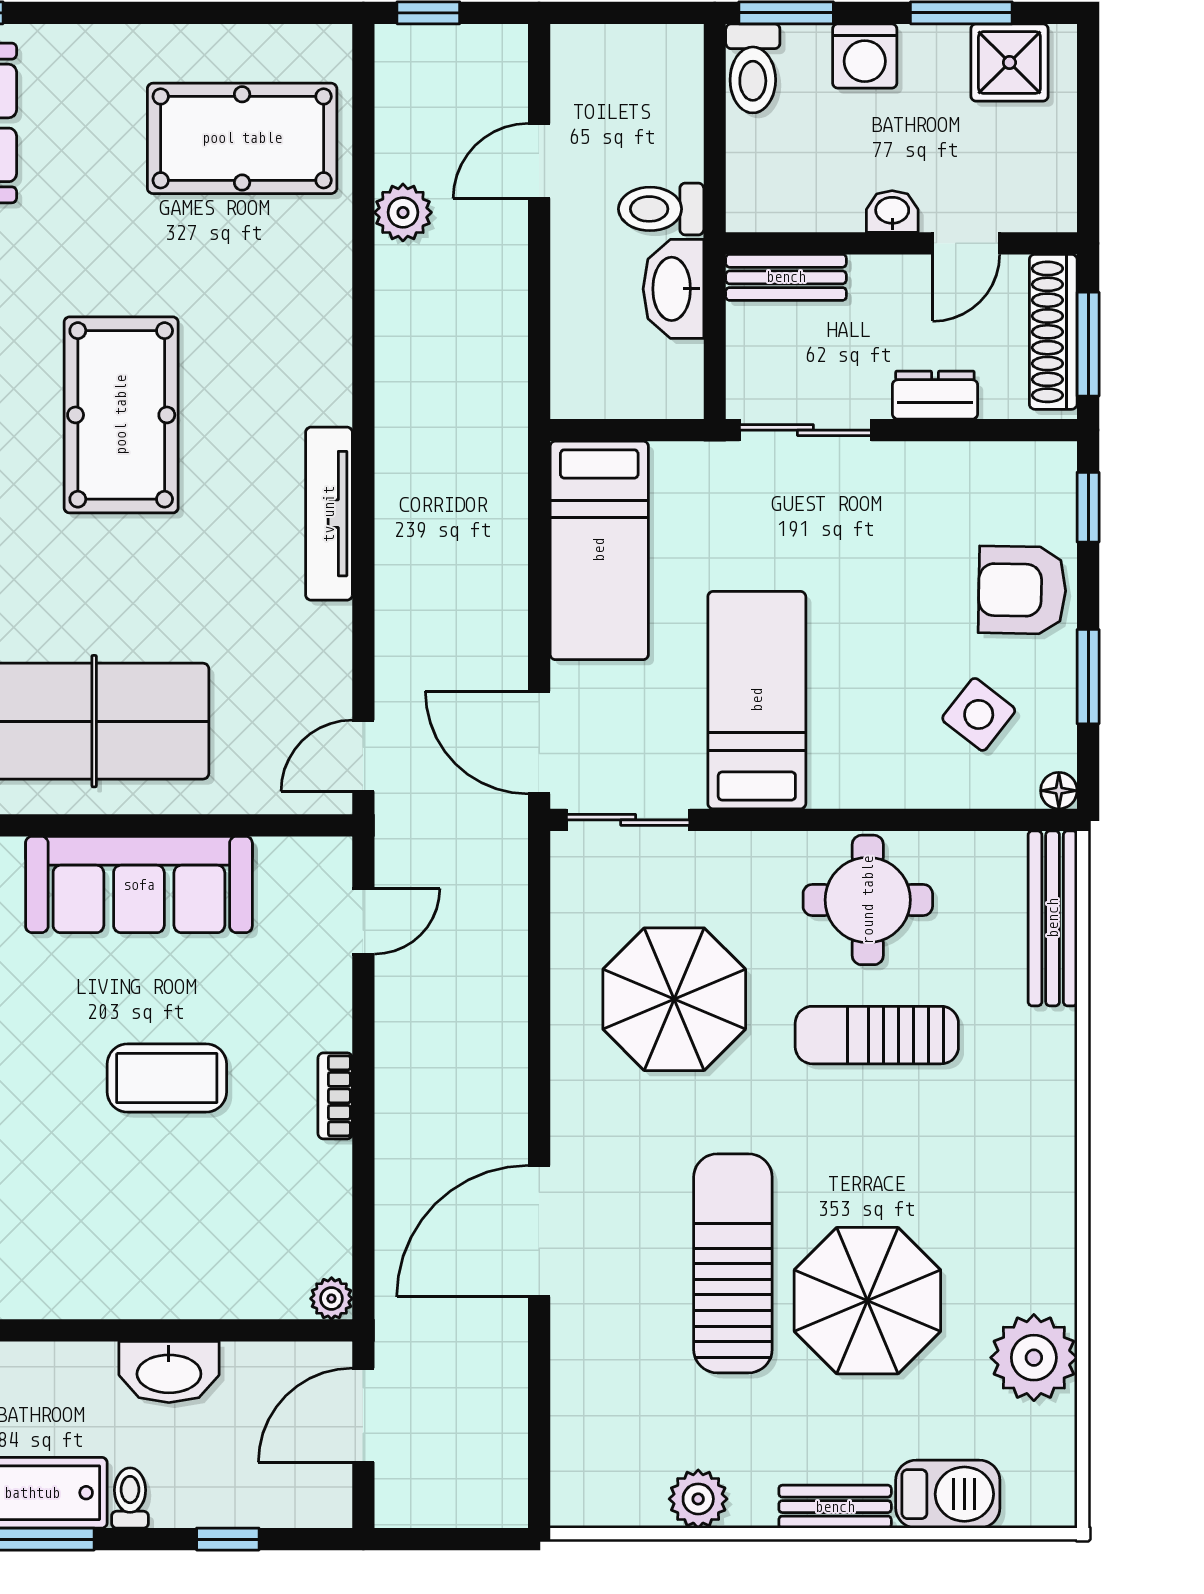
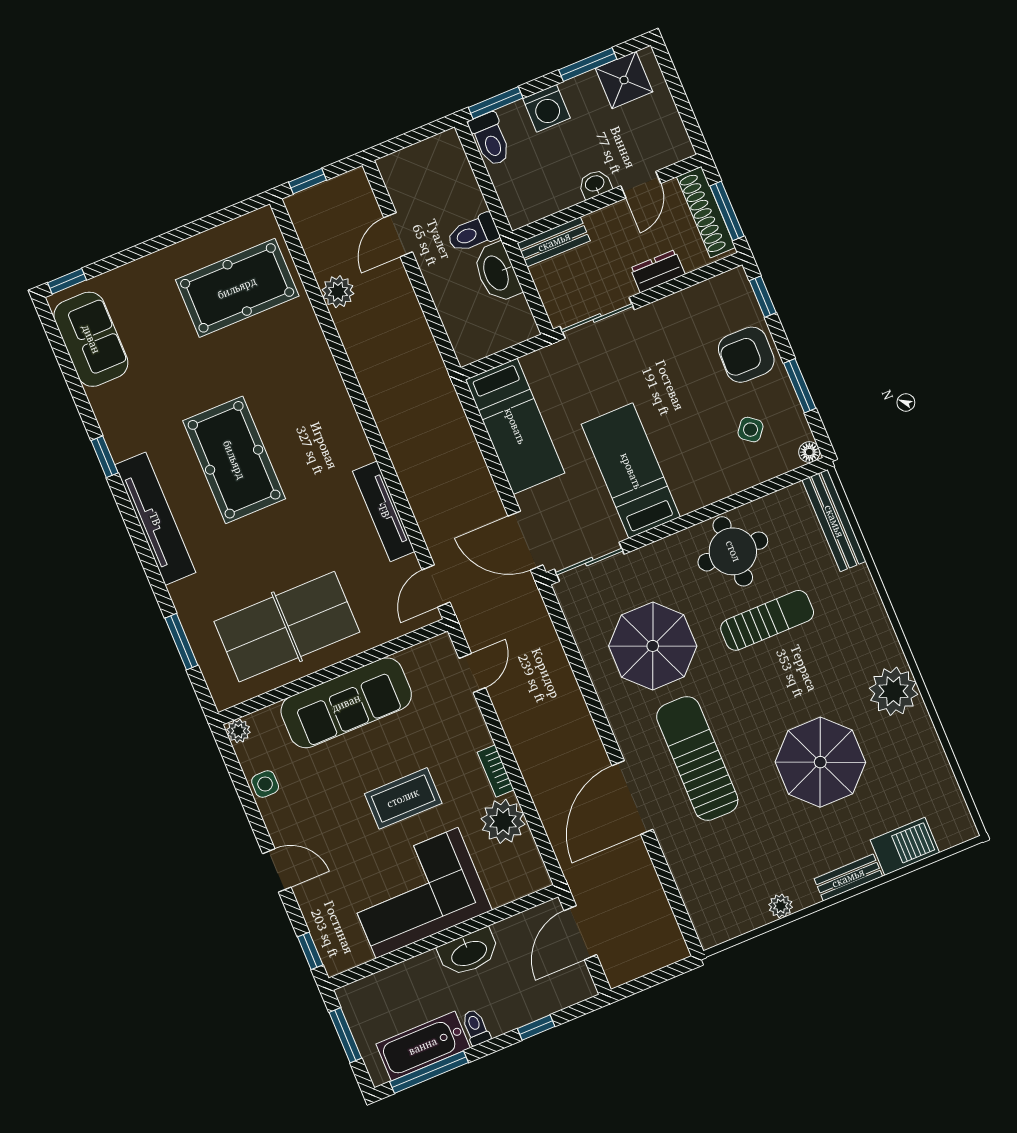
tv unit: (329, 514) -> (384, 511), moved
side table: (979, 714) -> (751, 430), width x0.73, depth x0.73
sun lounger: (877, 1035) -> (767, 620), turned 180
corner sofa: (125, 1240) -> (417, 893), added
sun lounger: (733, 1263) -> (697, 758), moved
plant: (331, 1299) -> (503, 821), moved, width x1.87, depth x1.87
plant: (1034, 1358) -> (893, 691), moved
plant: (698, 1499) -> (781, 906), width x0.73, depth x0.73

